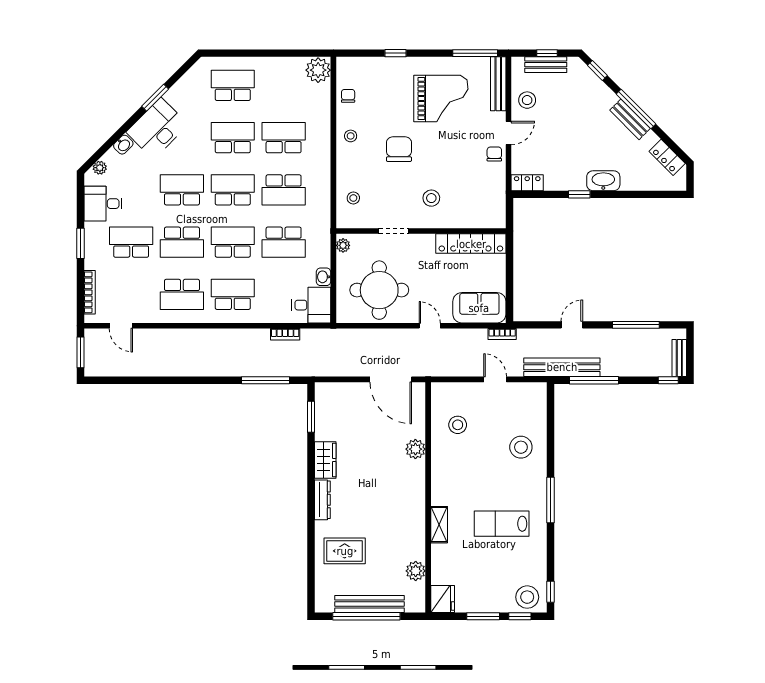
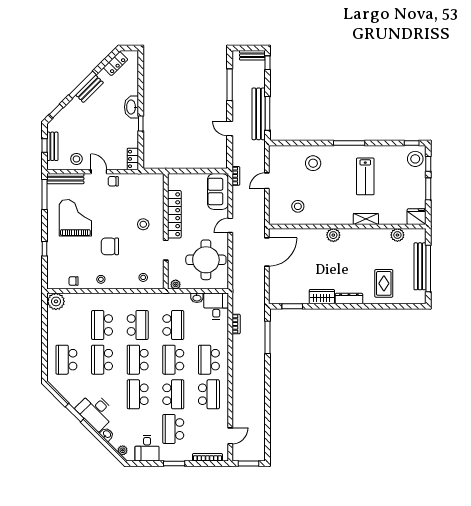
locker: (471, 244) -> (174, 214), moved
bench: (562, 367) -> (259, 114), moved
plant: (415, 449) -> (333, 235), moved

